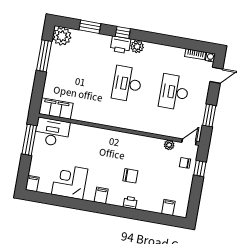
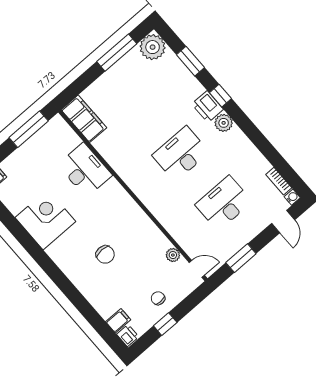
door: (216, 75) -> (283, 222), hinge flipped
desk: (52, 132) -> (85, 170), moved
chair: (185, 163) -> (158, 298), moved
window: (200, 169) -> (165, 324), moved
corner desk: (70, 182) -> (45, 220), moved
filing cabinet: (101, 195) -> (57, 250), removed
printer: (130, 203) -> (128, 336), moved

